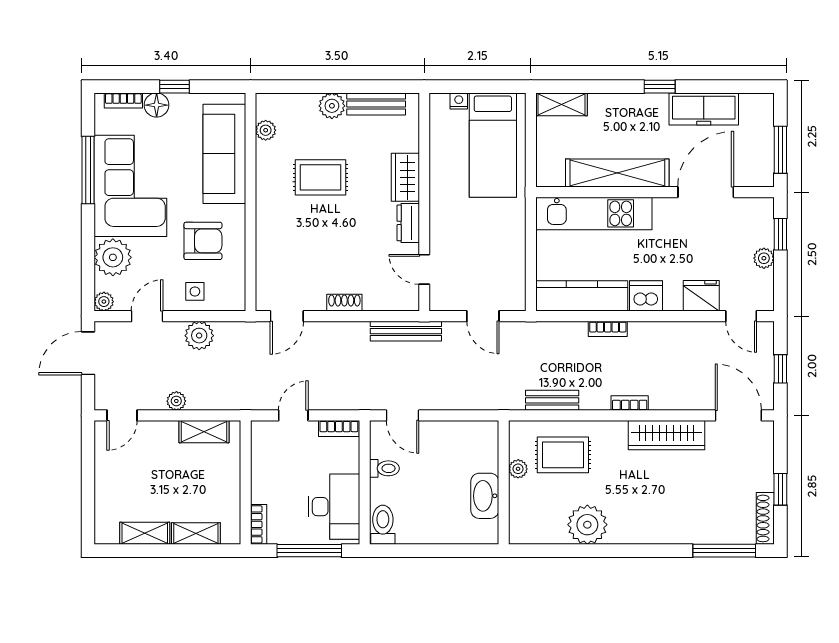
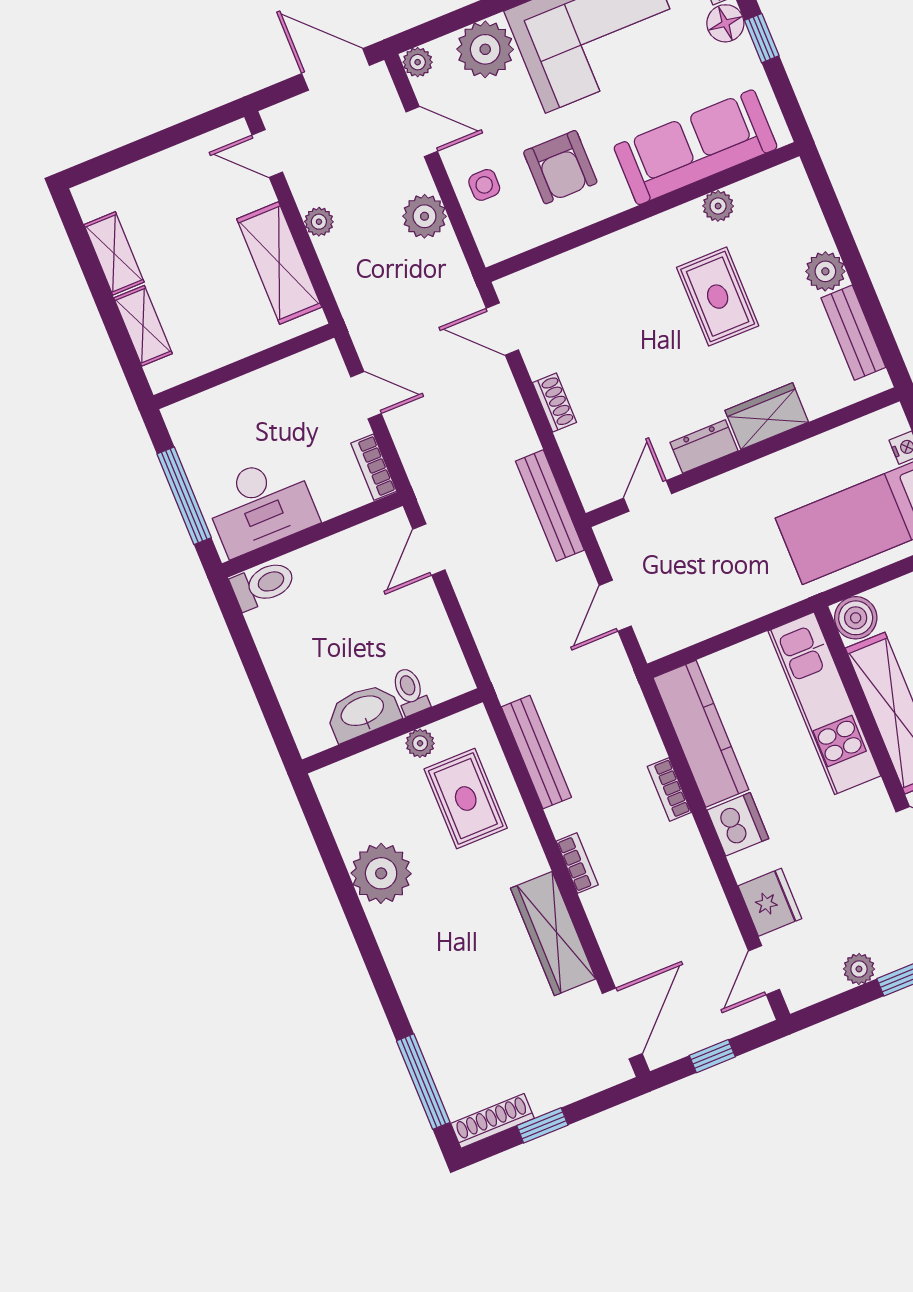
plant: (266, 130) -> (718, 206), moved
boiler: (550, 173) -> (856, 618), added
bench: (552, 400) -> (536, 752), width x1.36
shelving: (204, 432) -> (279, 263), width x1.50, depth x1.33
toilet: (384, 468) -> (410, 691), moved, turned 180
bookcase: (259, 524) -> (192, 409), removed

